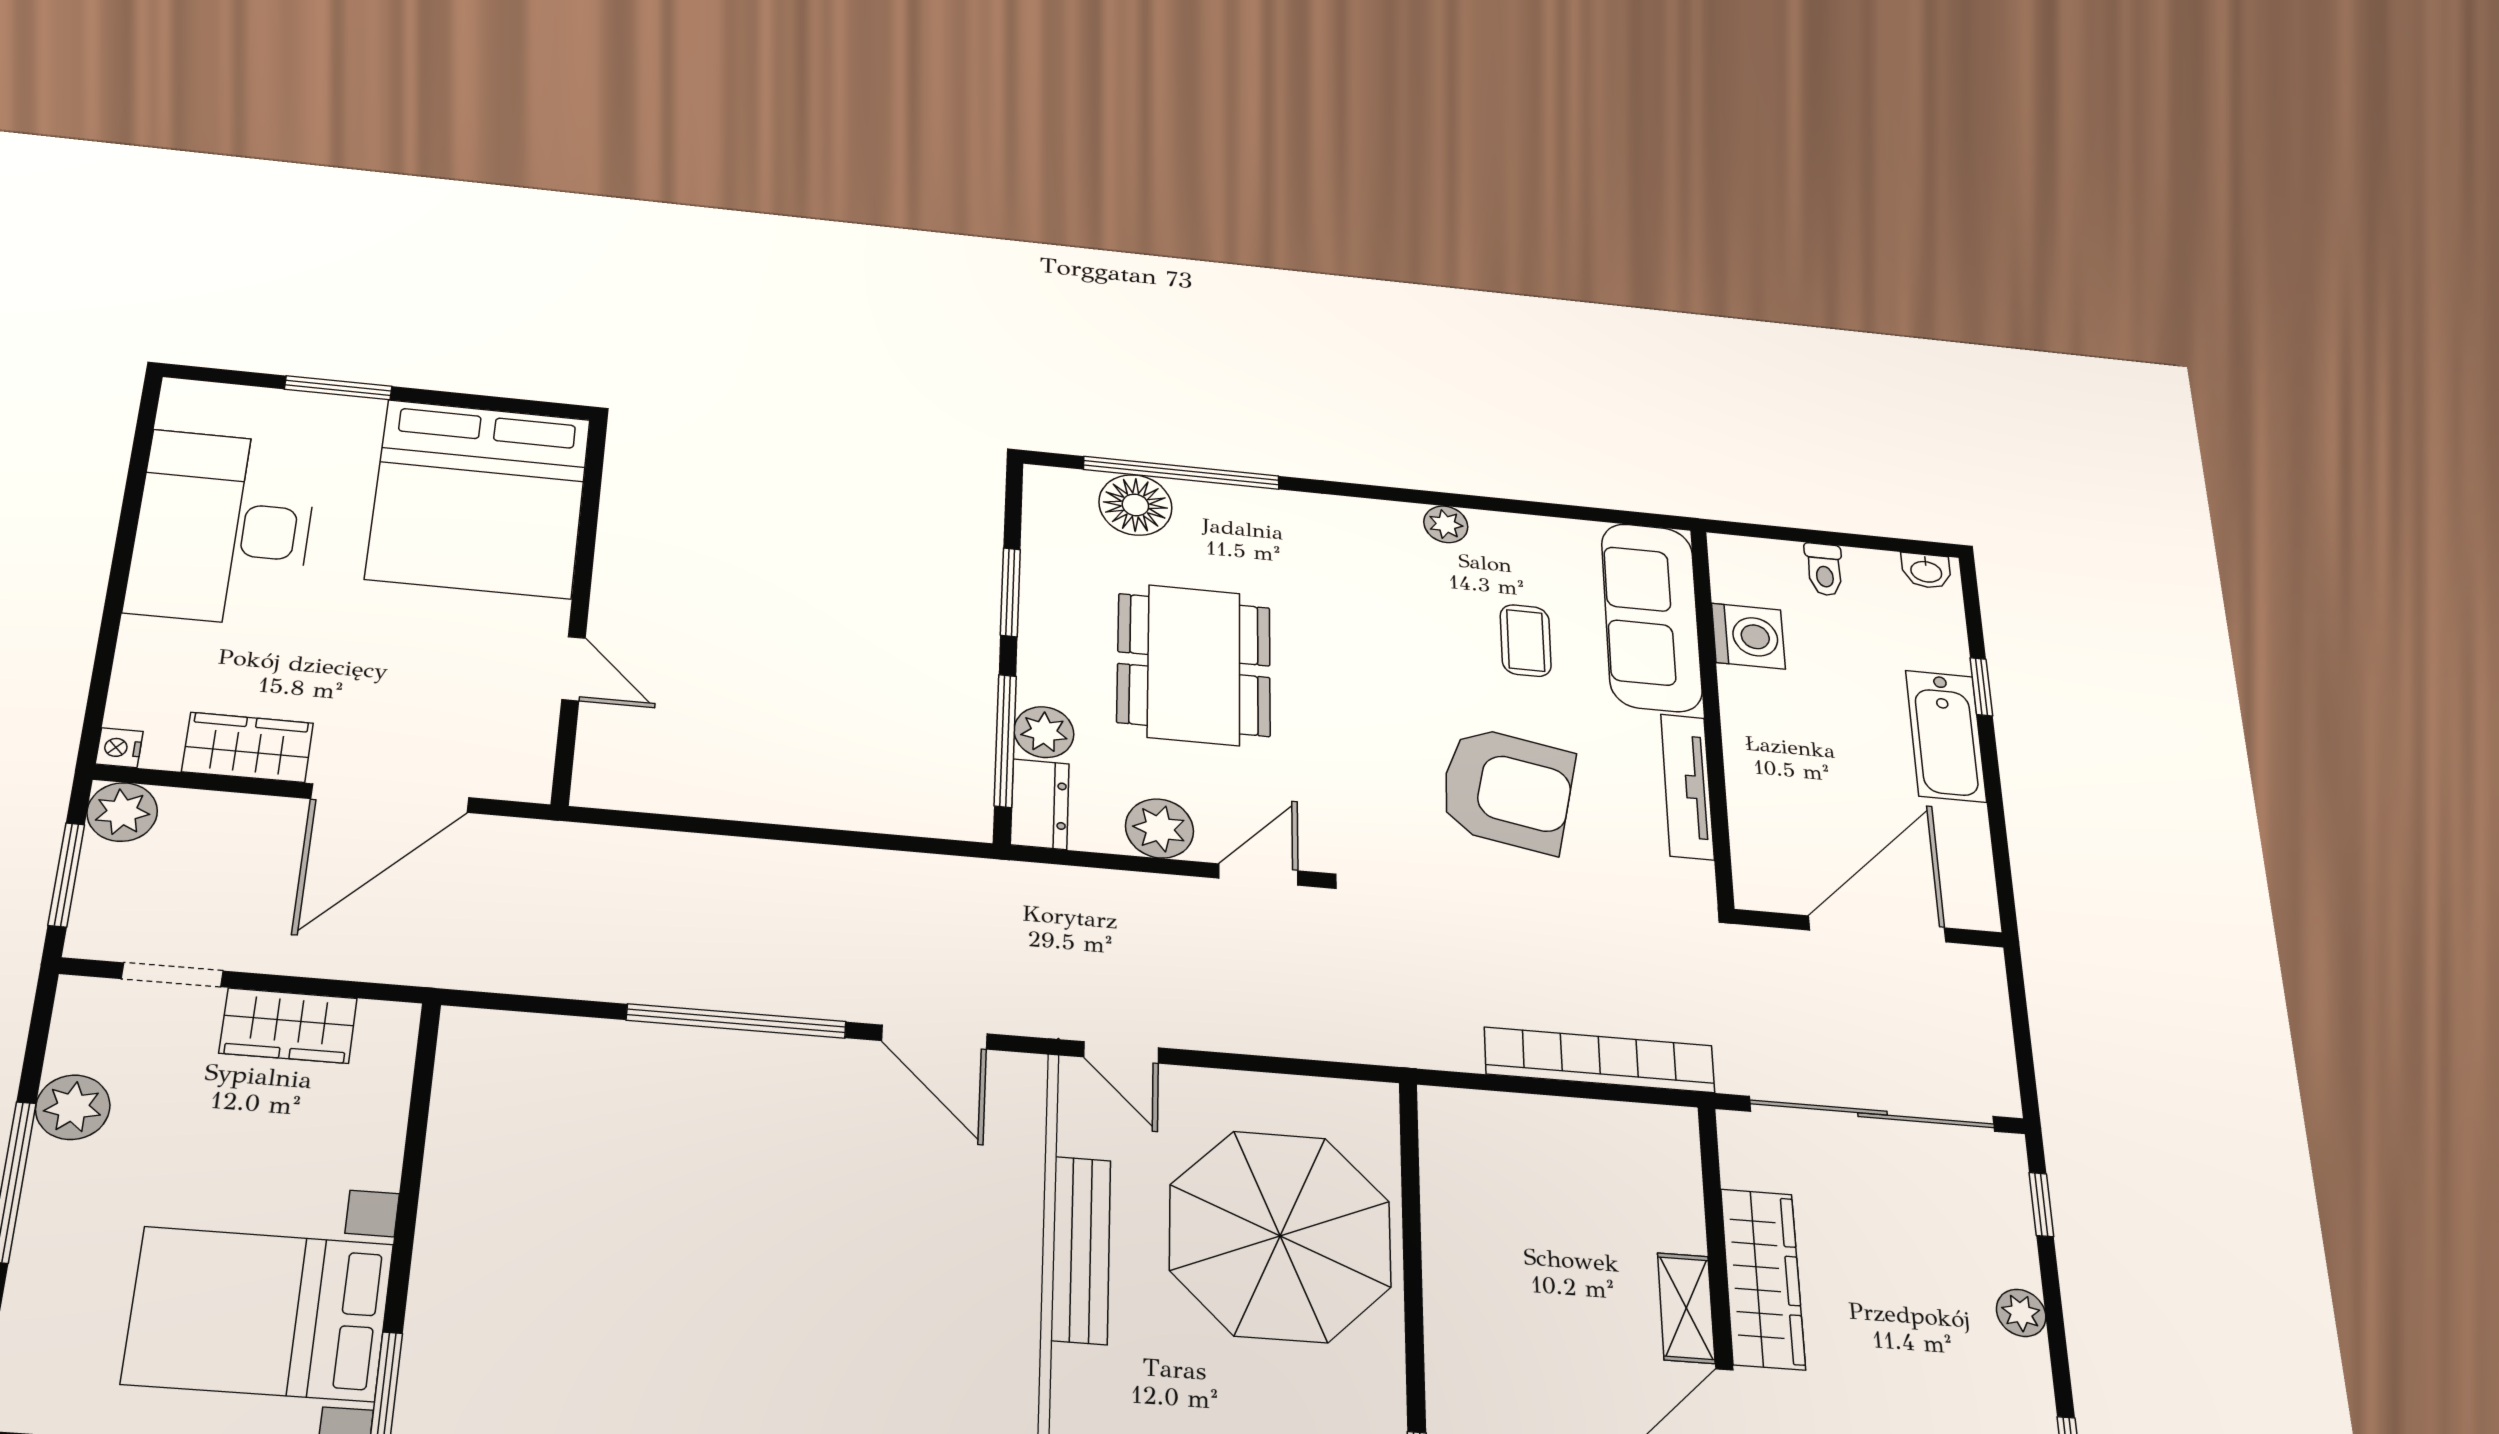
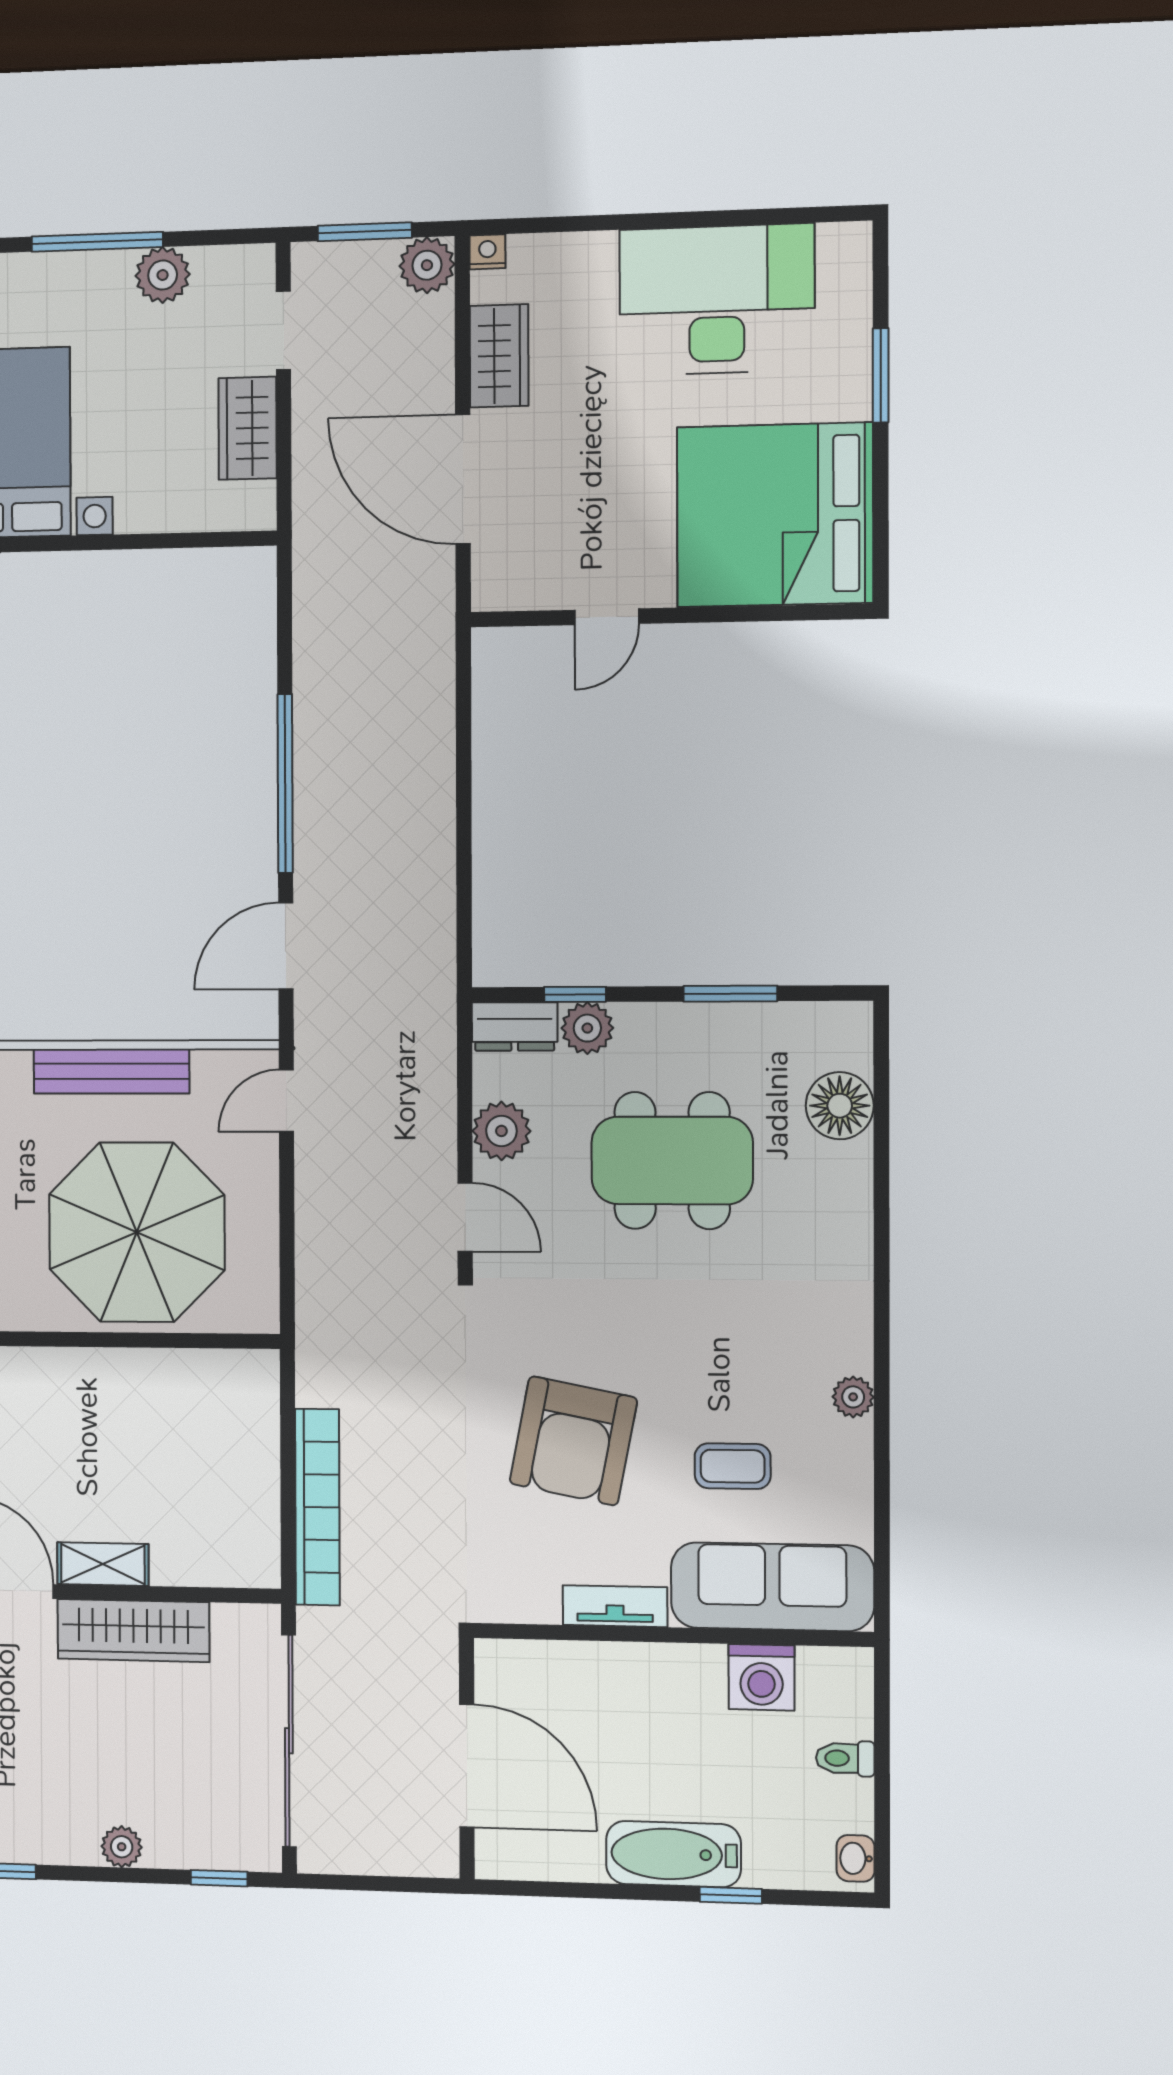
window: (1181, 473) -> (881, 1148), removed
window: (1005, 741) -> (575, 994), width x0.46
tv unit: (1687, 787) -> (615, 1606), width x0.71

